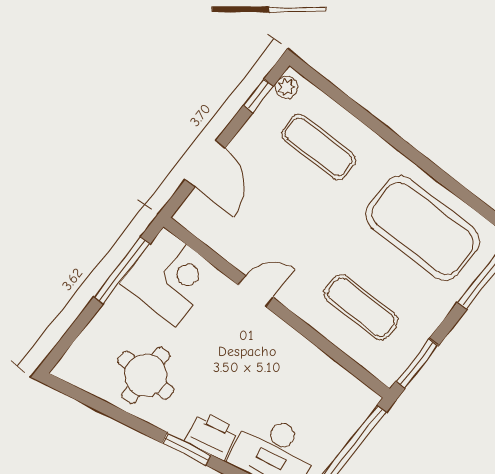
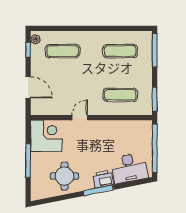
exercise mat: (423, 228) -> (120, 51), width x0.50, depth x0.69
window: (122, 270) -> (28, 160), moved
window: (186, 449) -> (98, 190), width x1.44

